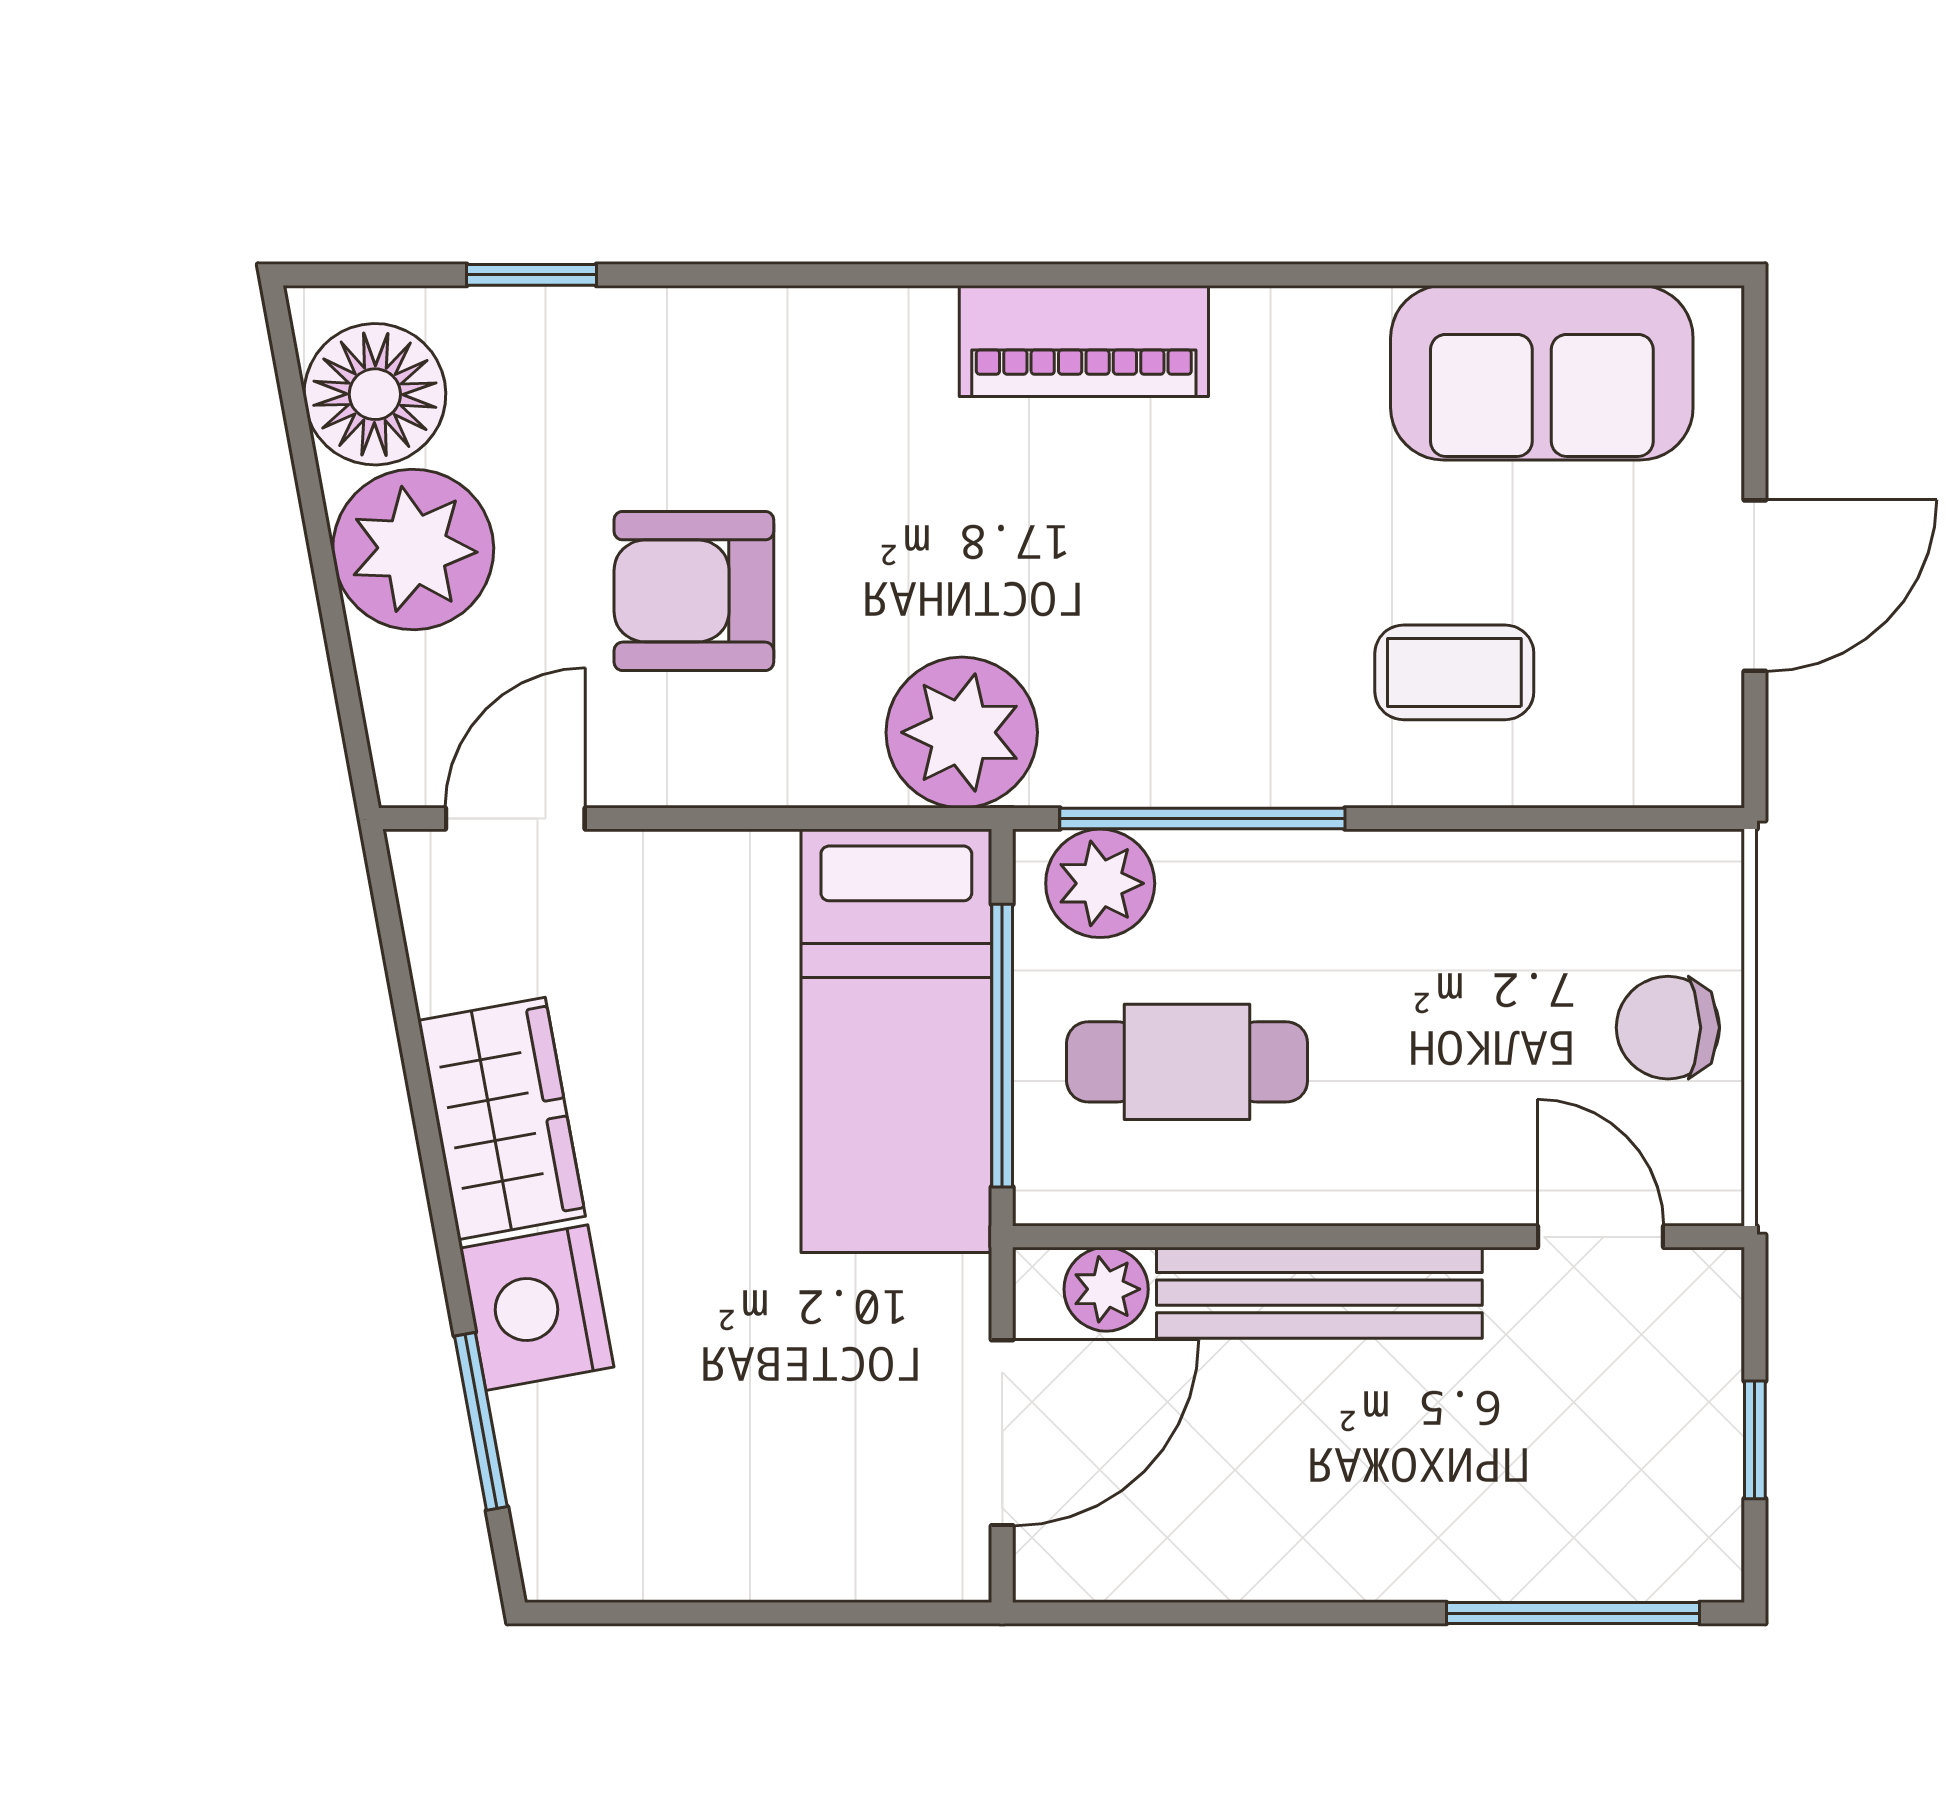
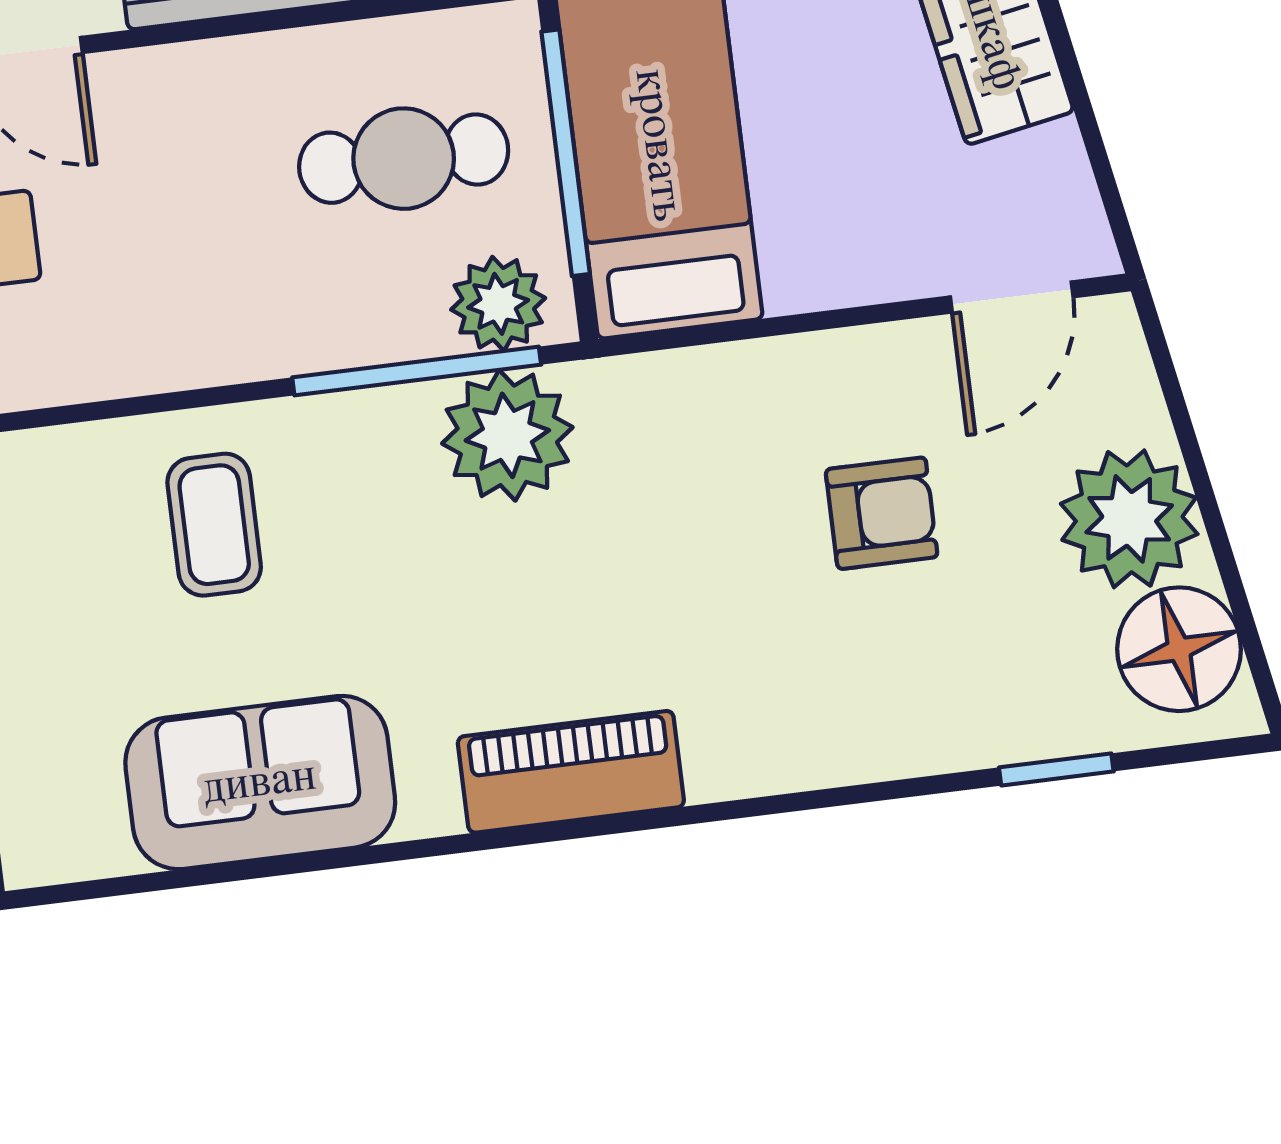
sofa: (1542, 373) -> (260, 783), moved
armchair: (694, 591) -> (882, 513), width x0.72, depth x0.72
coffee table: (1454, 672) -> (214, 525), turned 90
plant: (962, 732) -> (507, 435), moved

